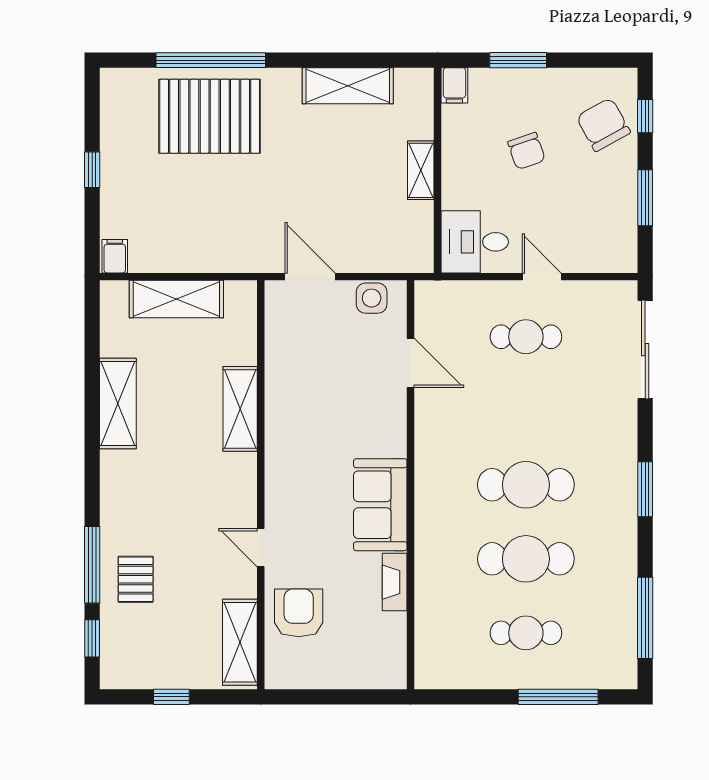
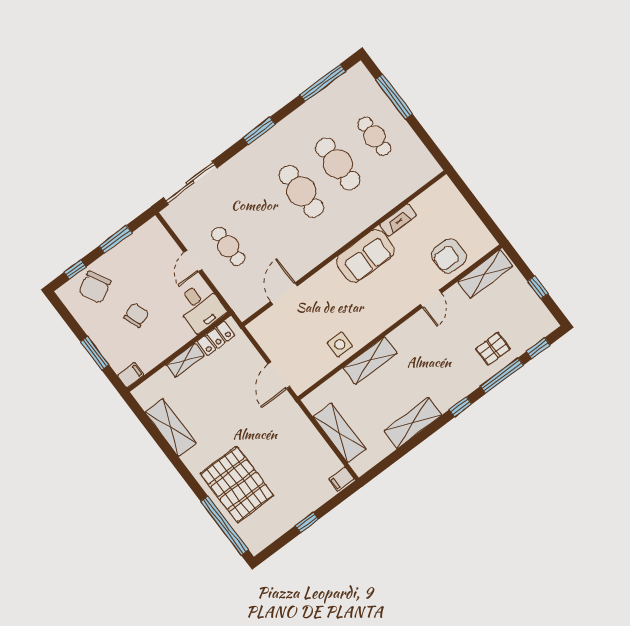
window: (211, 60) -> (225, 526), moved
locker: (419, 231) -> (216, 338), added
side table: (372, 298) -> (340, 344), moved
window: (92, 481) -> (460, 407), added

